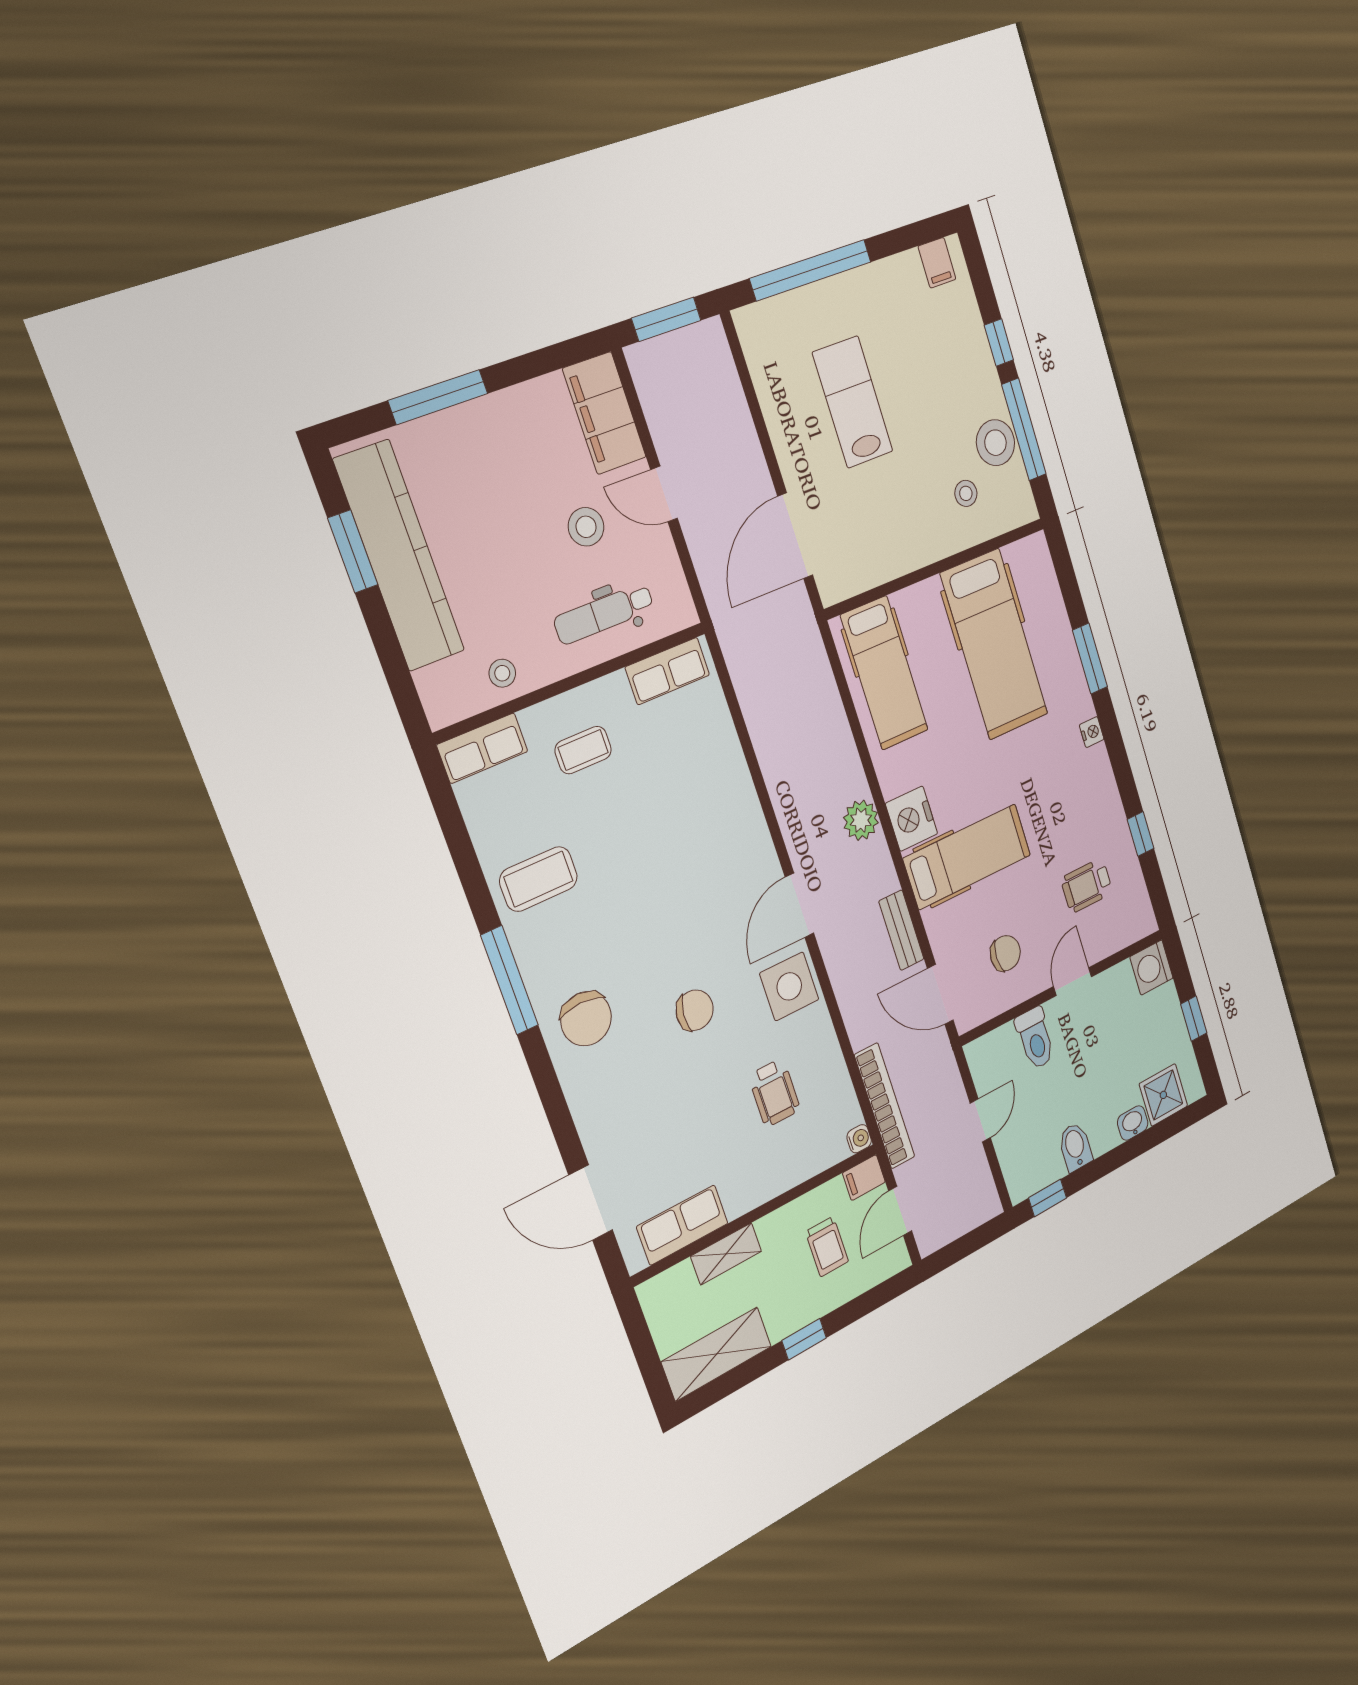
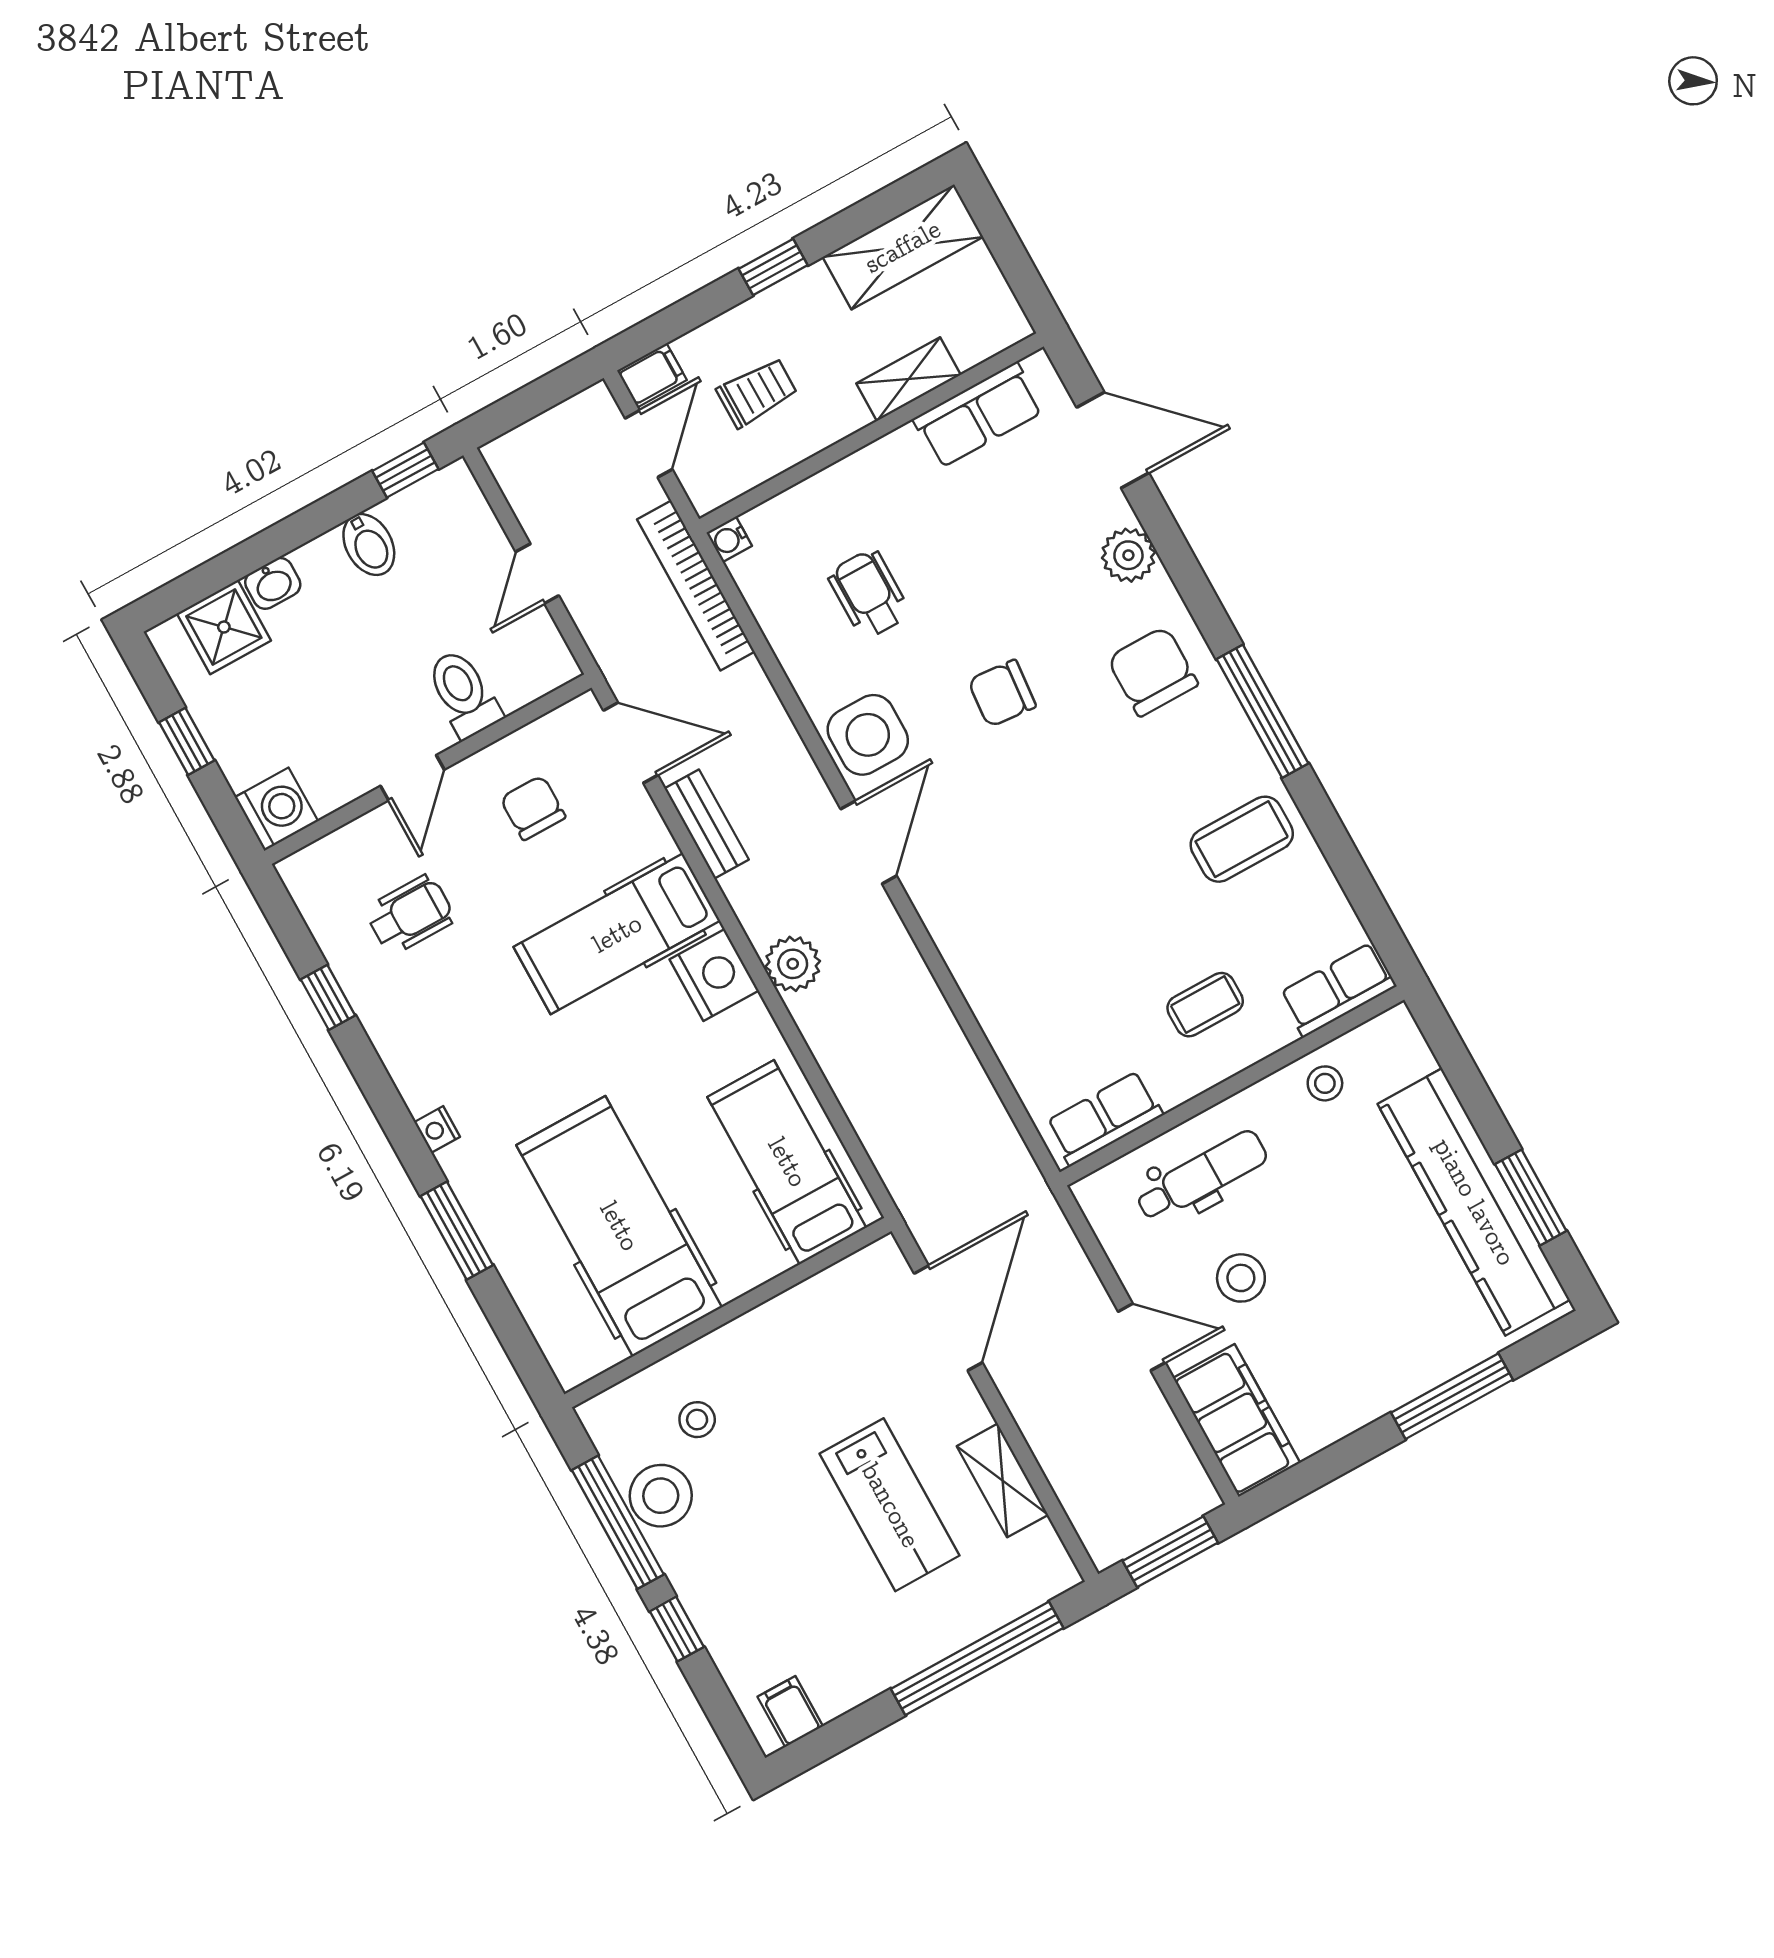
shelving: (775, 403) -> (1003, 1480), added
chair: (1005, 953) -> (533, 808), turned 90
plant: (591, 1112) -> (1128, 555), added
filing cabinet: (864, 1178) -> (652, 375), moved
trolley: (827, 1246) -> (757, 392), turned 90

